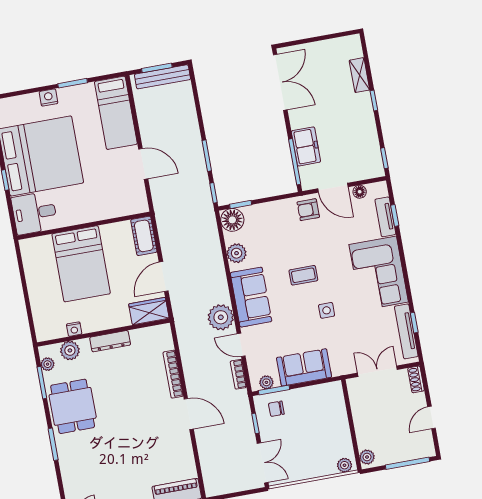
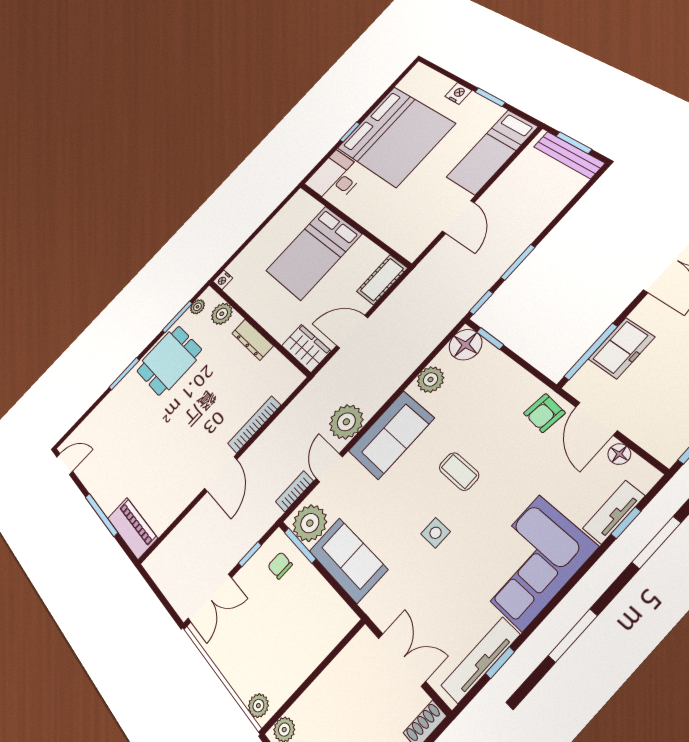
armchair: (308, 210) -> (544, 413), turned -83
nightstand: (74, 329) -> (223, 280), moved
plant: (266, 382) -> (310, 523), width x1.88, depth x1.88

